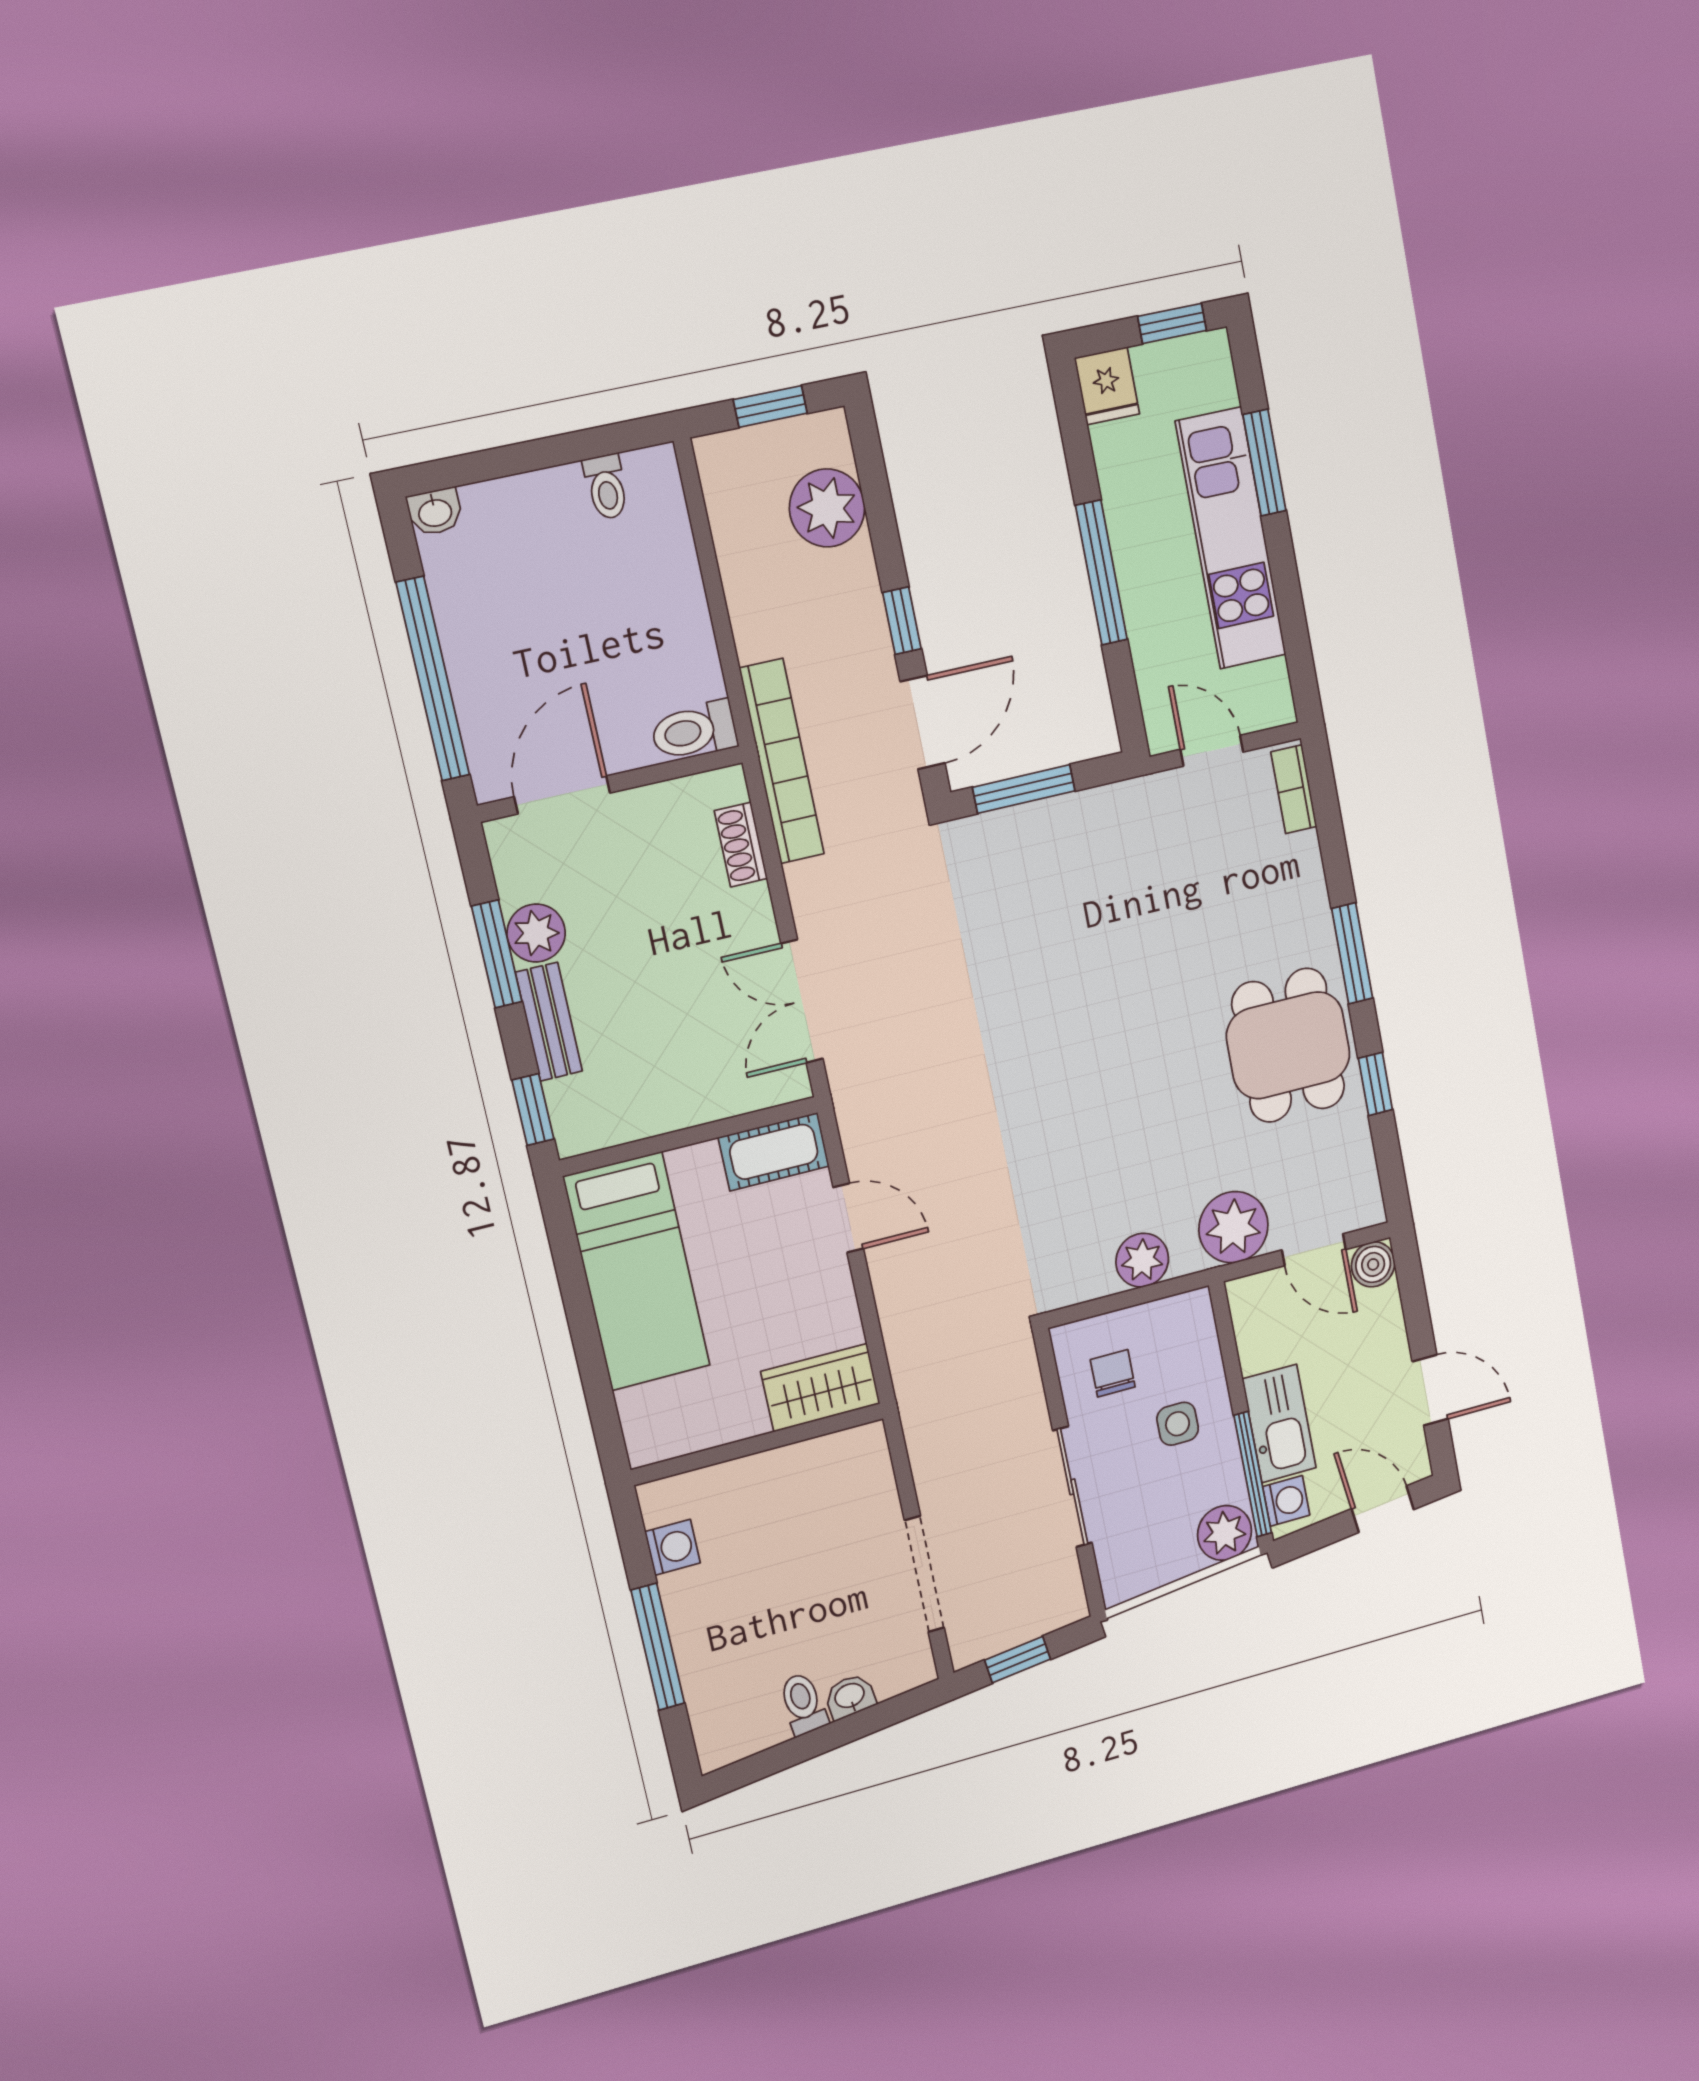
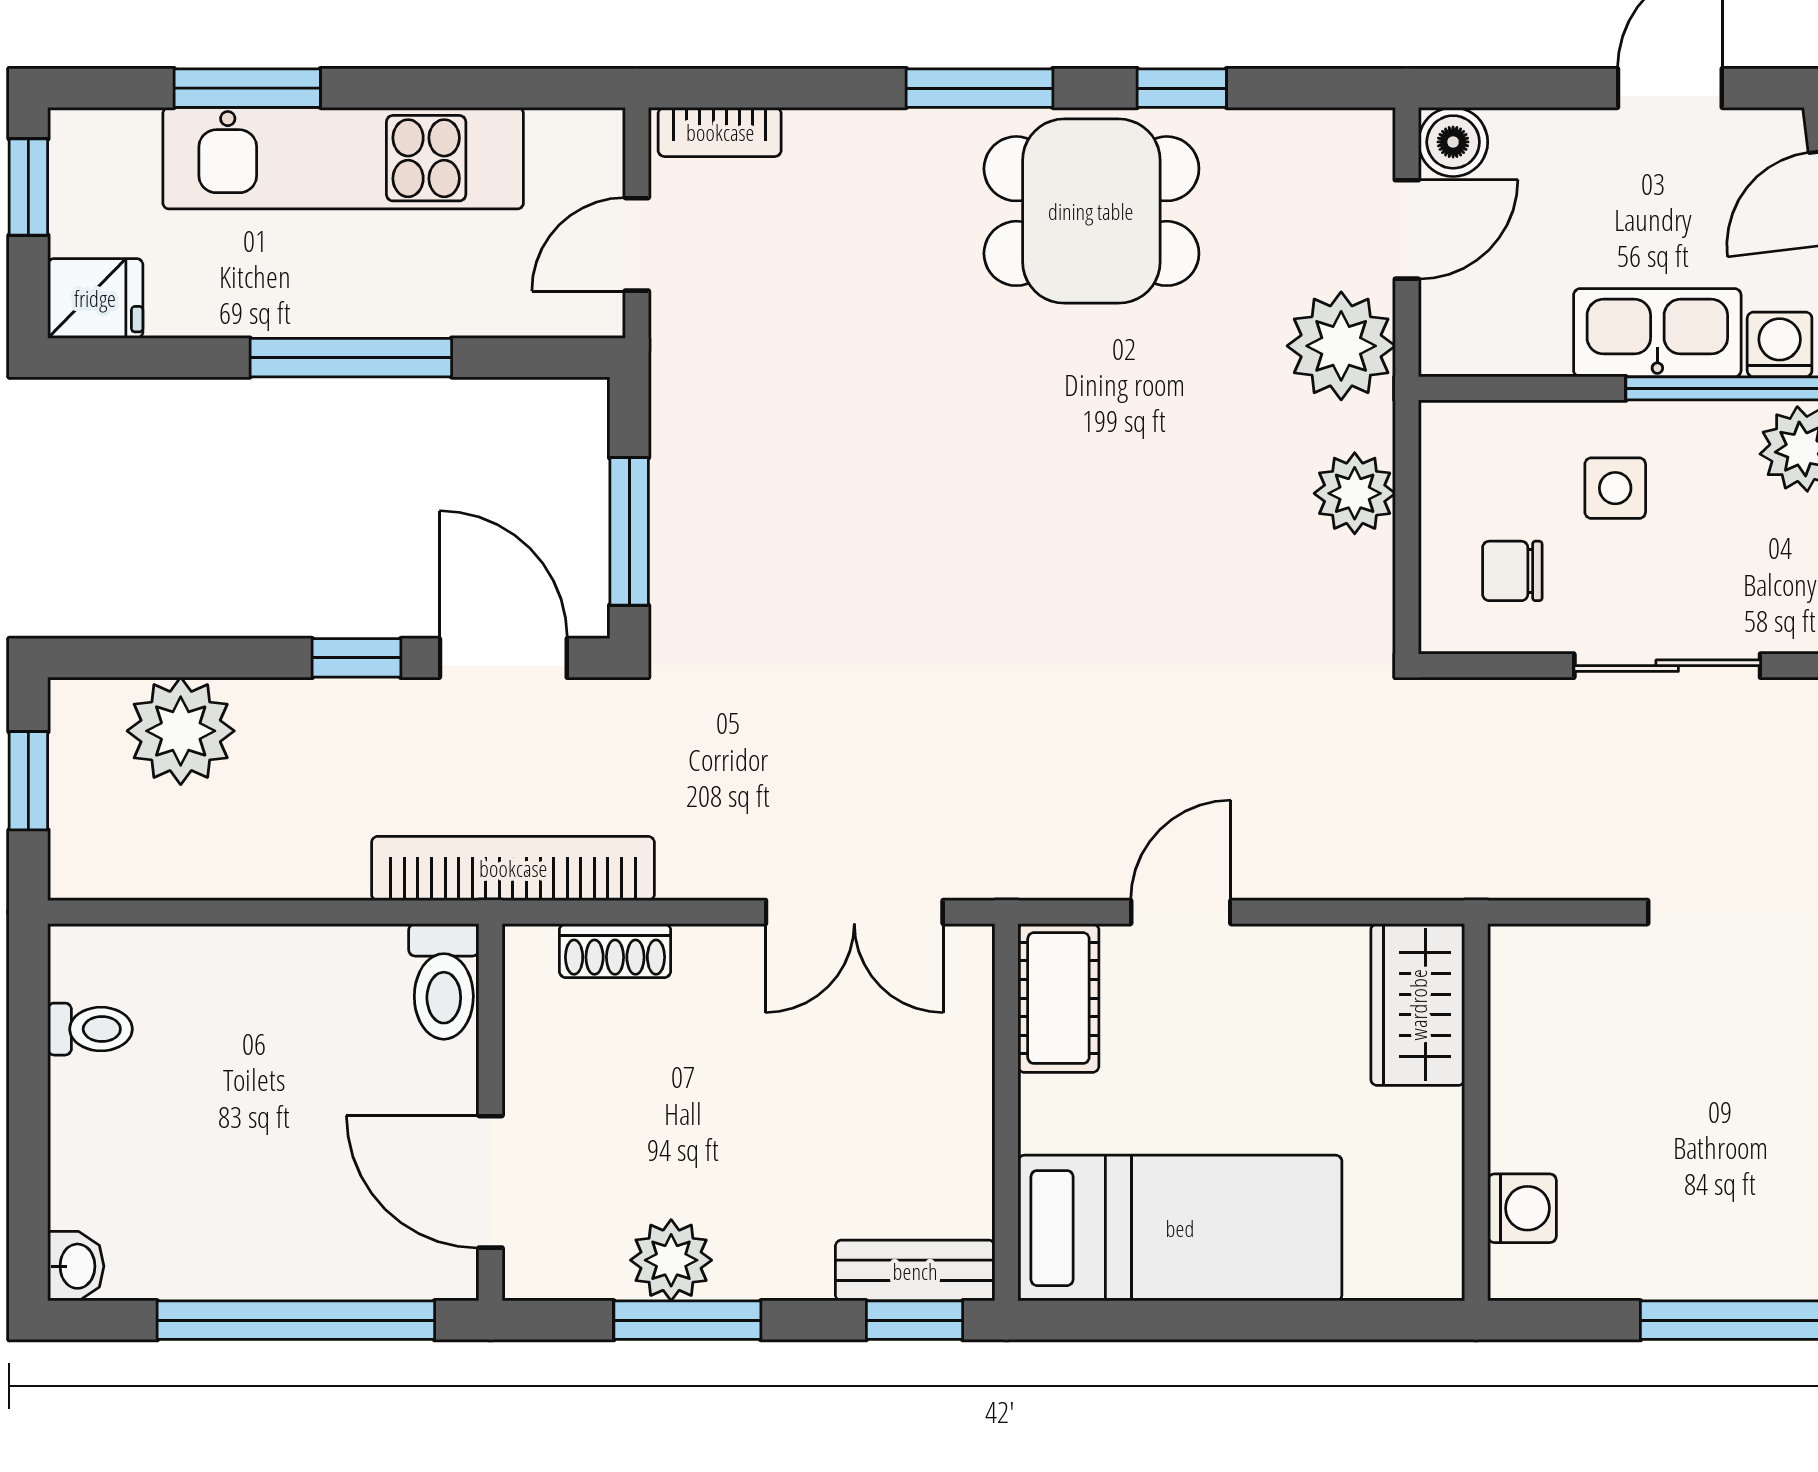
bench: (549, 1022) -> (915, 1271), moved
washing machine: (673, 1547) -> (1522, 1208), moved, turned 90

